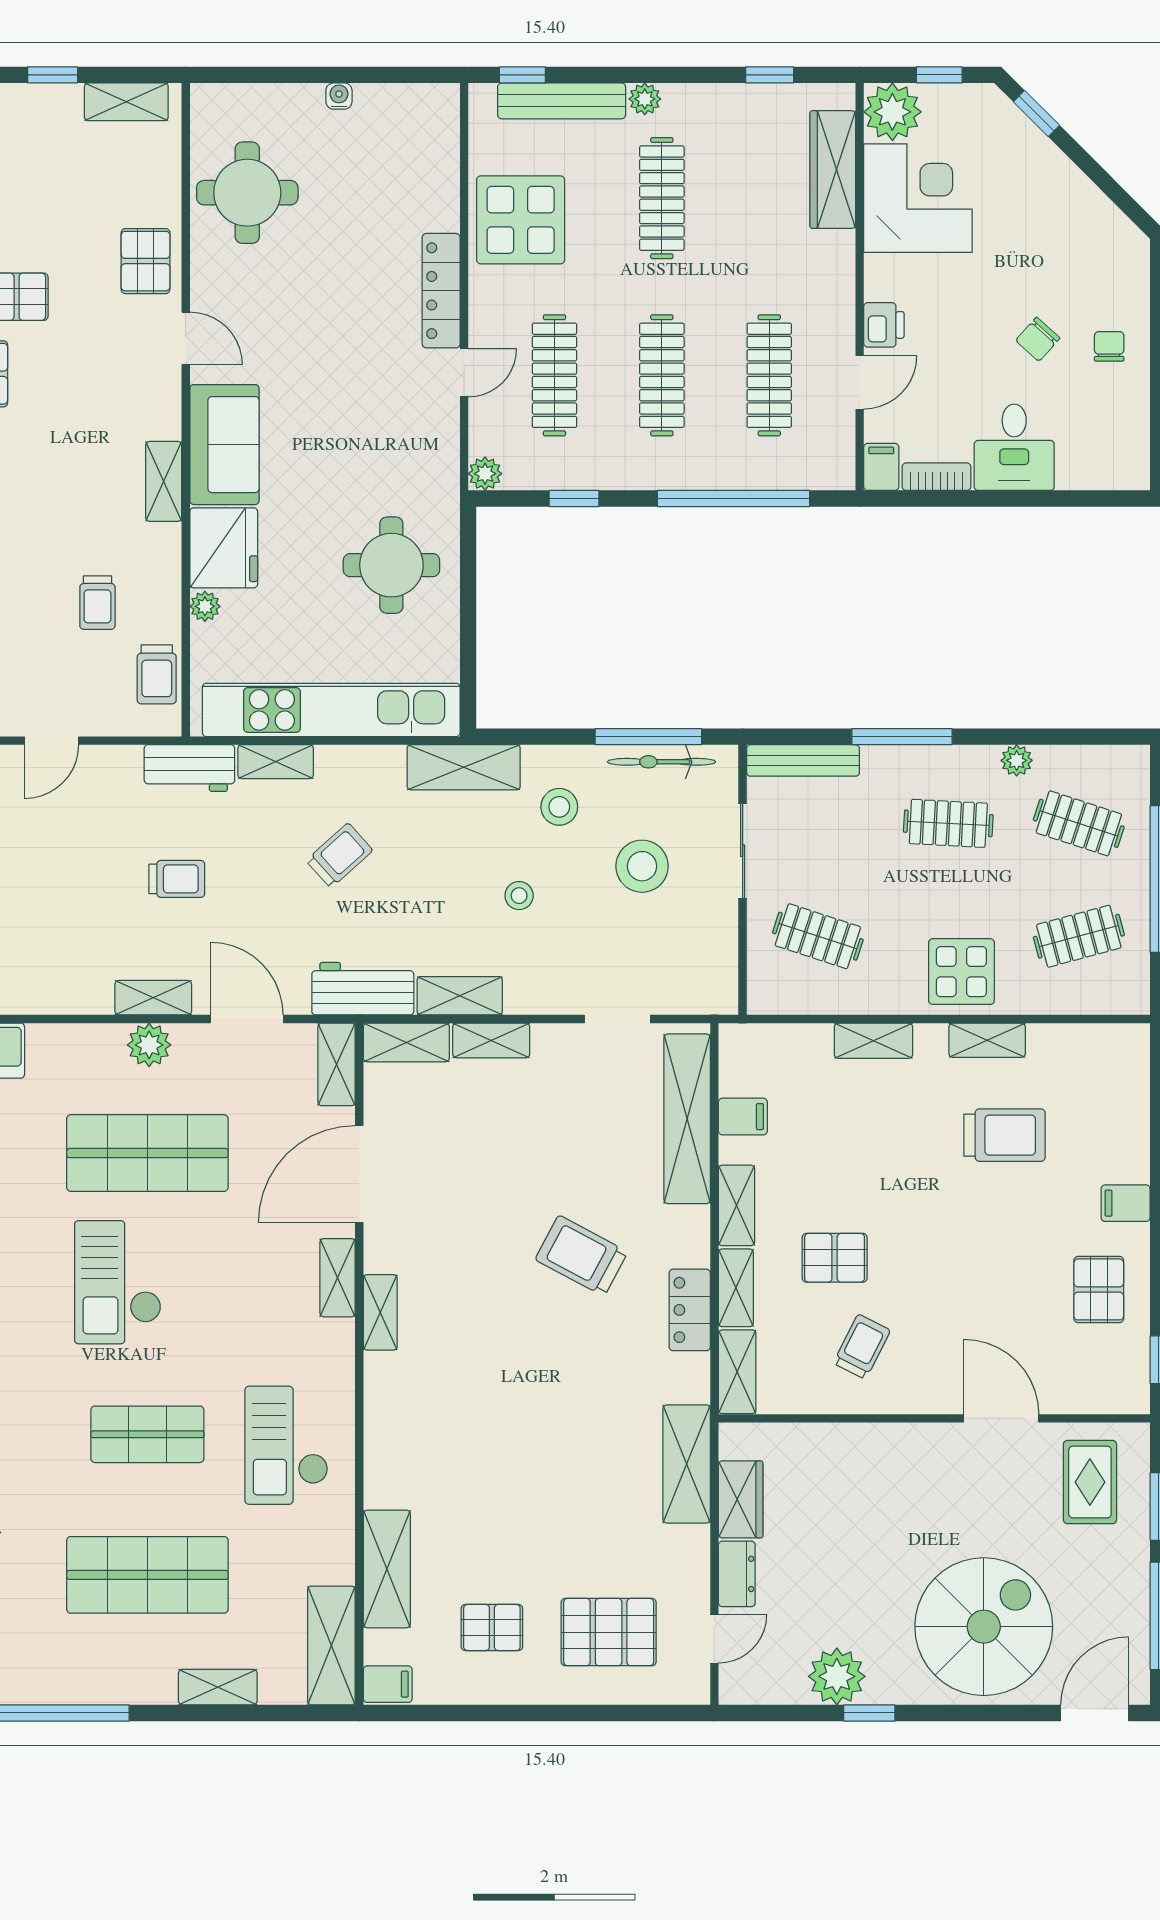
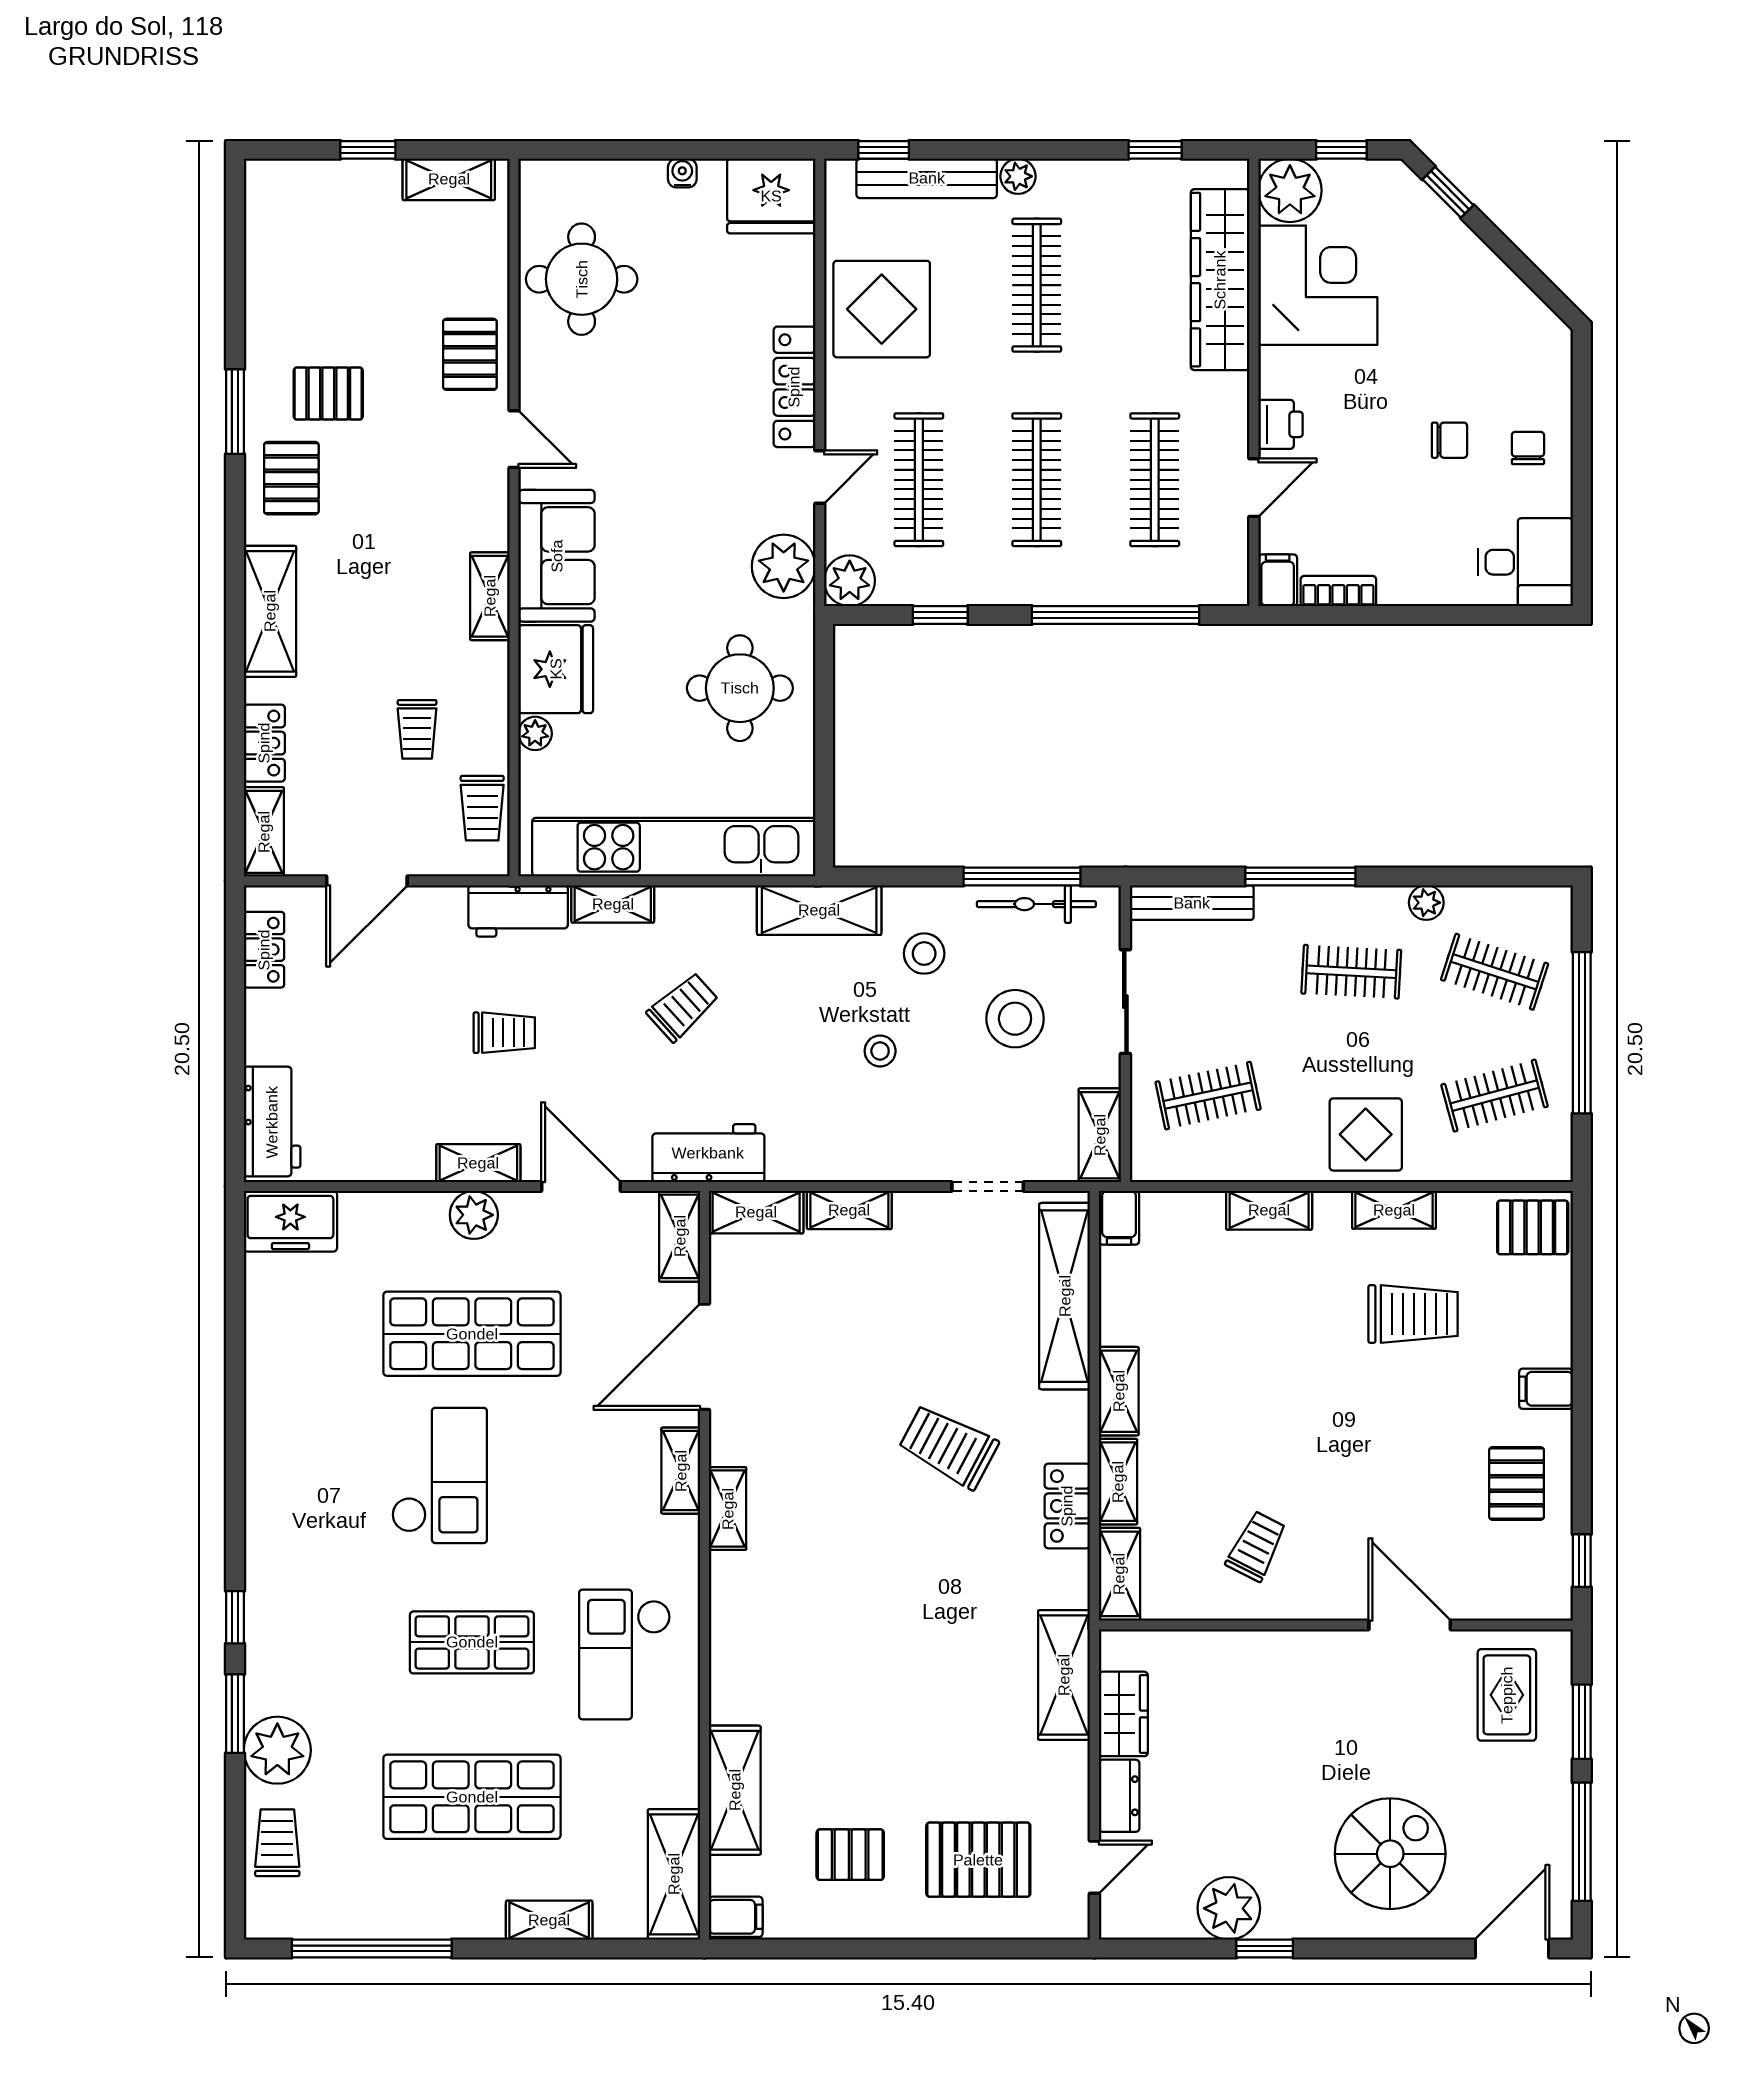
fridge: (420, 117) -> (771, 196), added
wardrobe: (833, 170) -> (1220, 280), width x1.40, depth x1.17
chair: (1038, 339) -> (1449, 440), turned -132
desk: (1014, 447) -> (1525, 562), moved, turned -90
plant: (431, 454) -> (784, 566), added
plant: (485, 474) -> (850, 581), width x1.38, depth x1.38
door: (52, 741) -> (367, 881), width x1.38
clothes rail: (818, 936) -> (1208, 1096), turned -30
shelving: (460, 996) -> (1100, 1135), moved, turned 90
filing cabinet: (743, 1117) -> (1119, 1218), moved, turned 90
pallet: (835, 1258) -> (1533, 1227), moved
checkout: (118, 1282) -> (439, 1475), turned 180
spiral stairs: (984, 1627) -> (1390, 1854), width x0.73, depth x0.73

